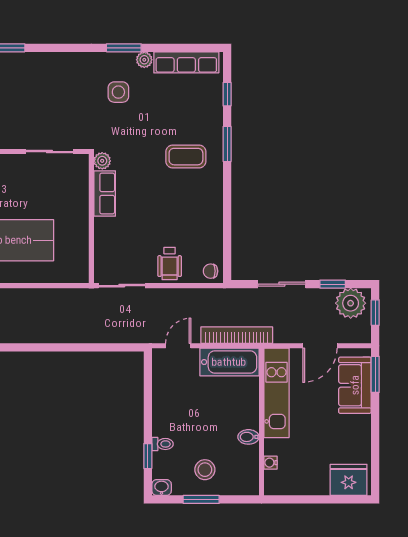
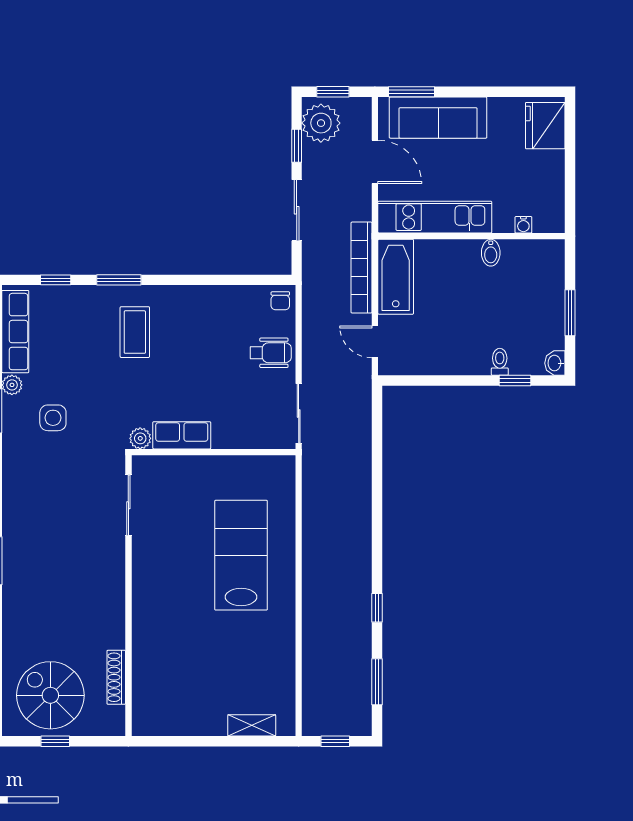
sofa: (355, 385) -> (438, 118), width x1.36
stool: (205, 470) -> (532, 308), removed

